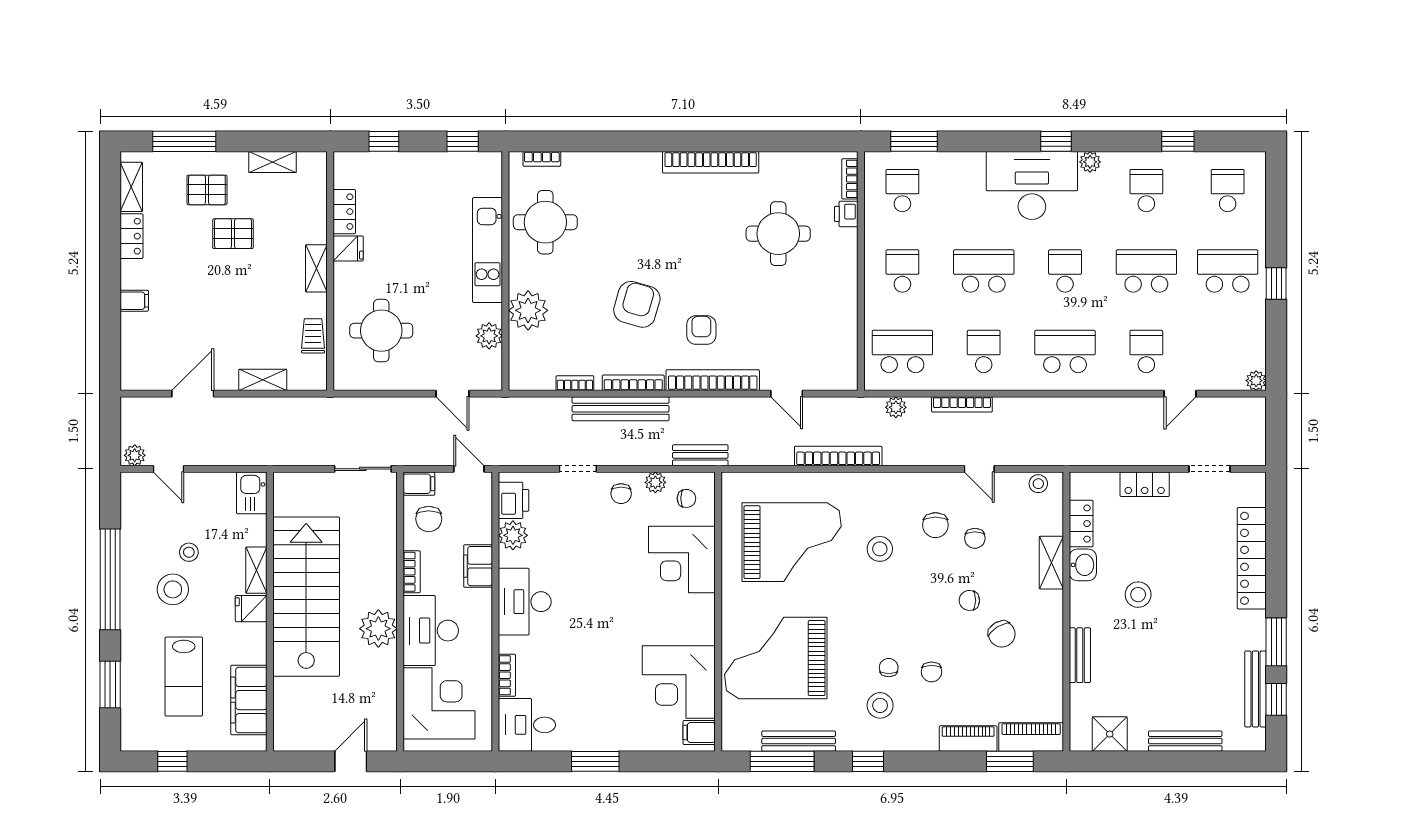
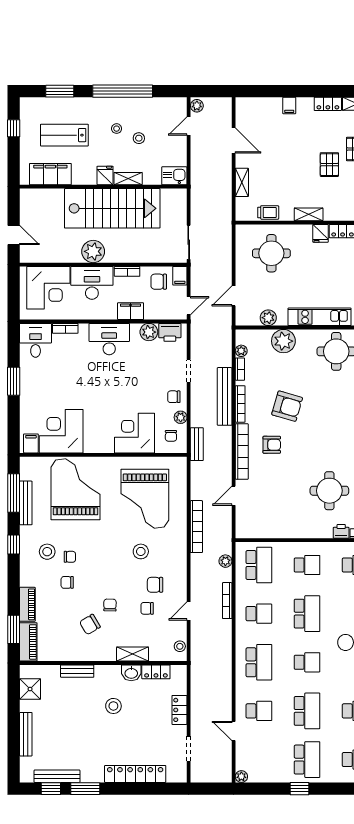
plant: (544, 381) -> (241, 351), added
stool: (173, 589) -> (117, 129), width x0.53, depth x0.53

